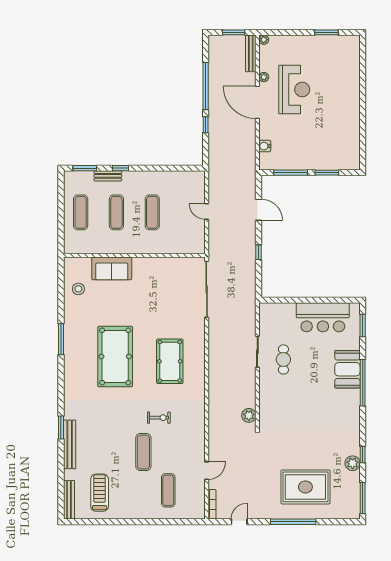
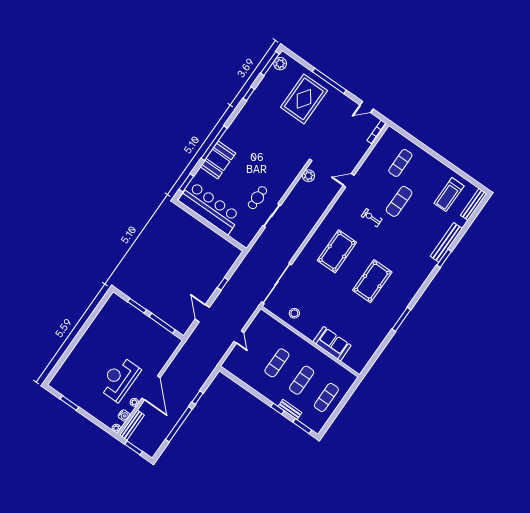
water cooler: (265, 146) -> (124, 416), moved
stool: (78, 289) -> (294, 313), moved
bar counter: (323, 317) -> (210, 208), width x1.36
pool table: (115, 356) -> (372, 281), width x0.73, depth x0.76
plant: (353, 463) -> (280, 64), moved
door: (207, 471) -> (349, 180), moved
rug: (305, 487) -> (304, 99), turned 90

